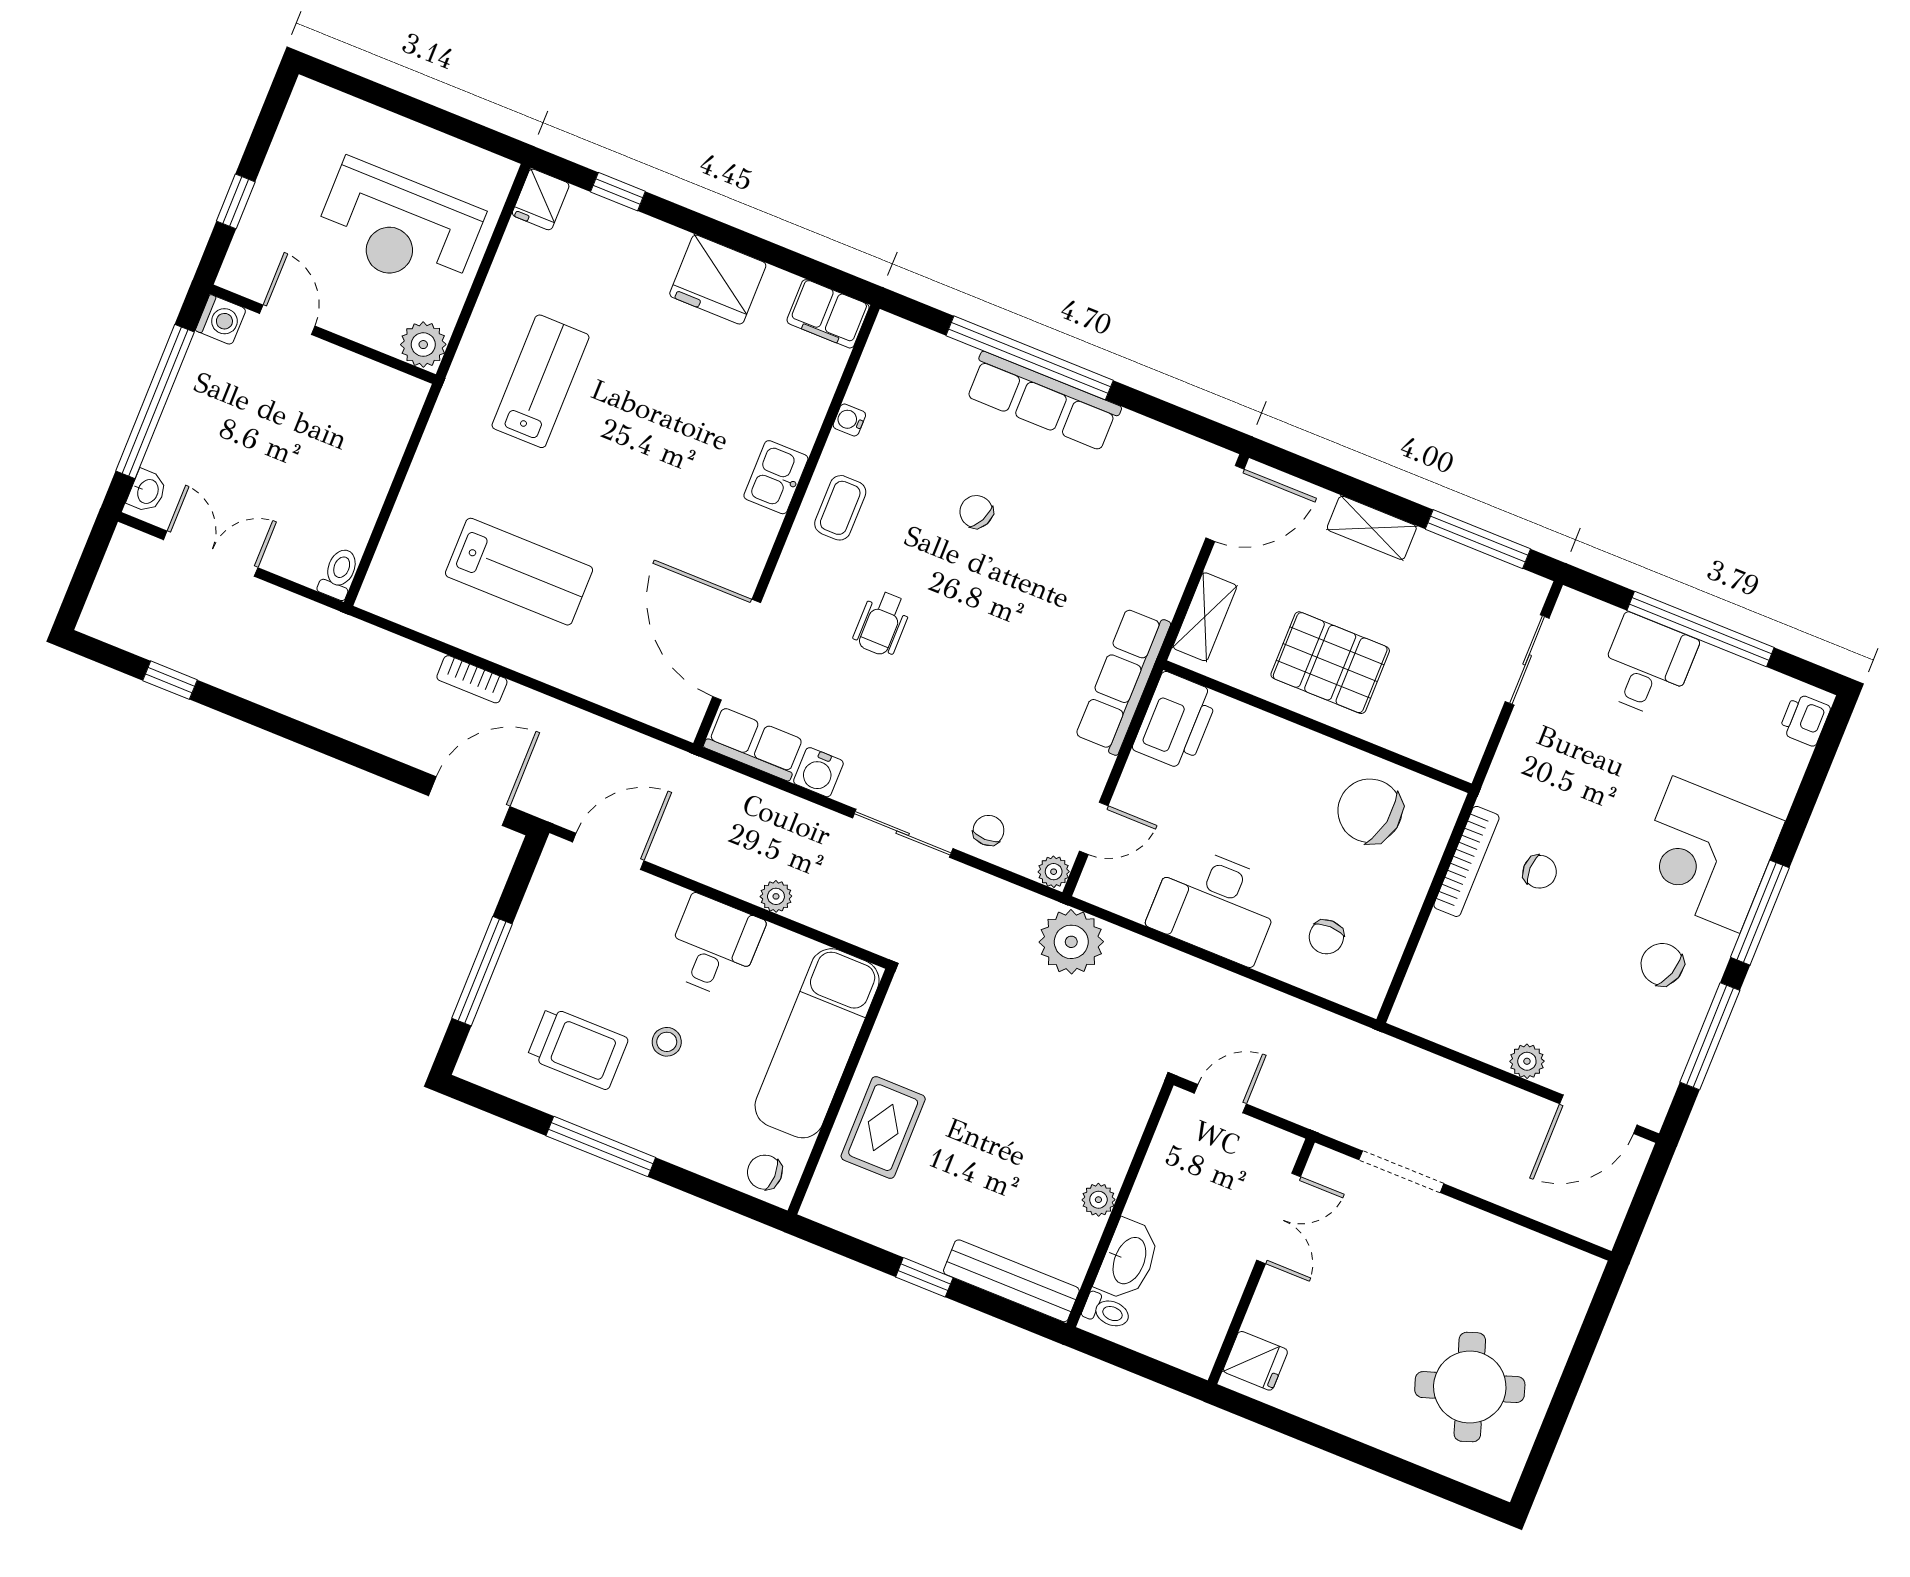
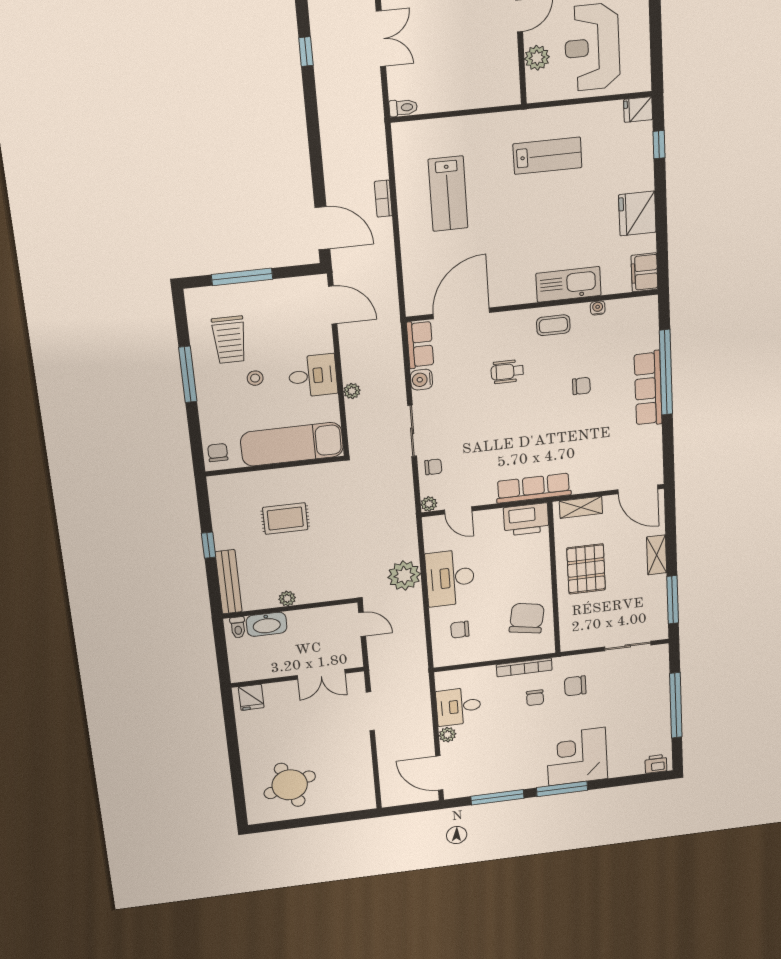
plant: (423, 345) -> (537, 58), moved
kitchen sink: (776, 477) -> (568, 284), width x1.88, depth x1.24
chair: (976, 512) -> (581, 386), turned 64
desk: (1647, 666) -> (458, 706), moved, turned 180
plant: (1071, 942) -> (404, 576), moved
chair: (1662, 964) -> (575, 686), moved, turned -108
rug: (883, 1128) -> (285, 519), moved

